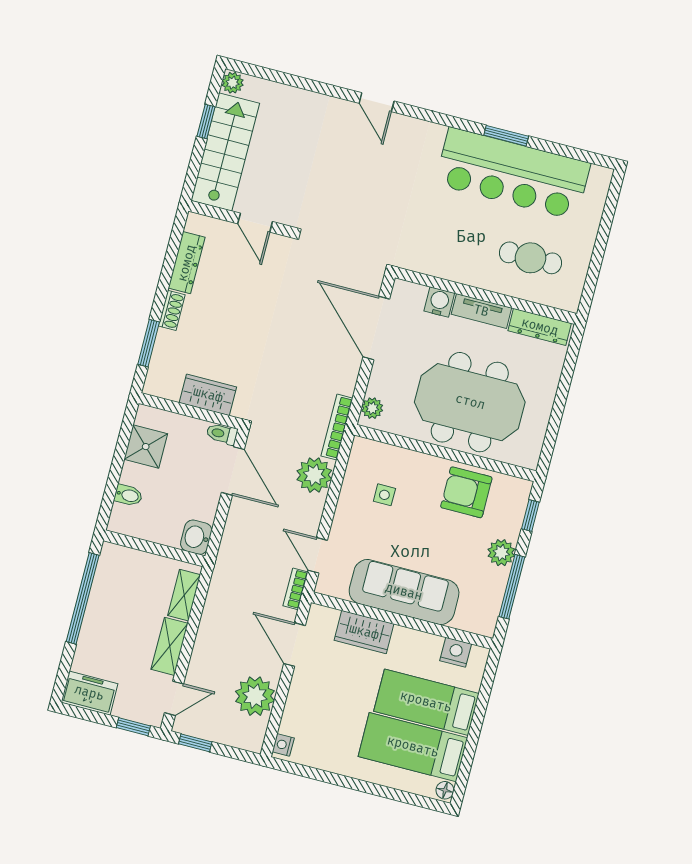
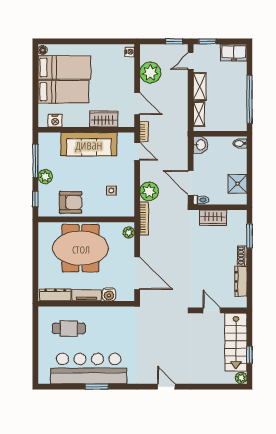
bidet: (128, 495) -> (240, 143), moved

